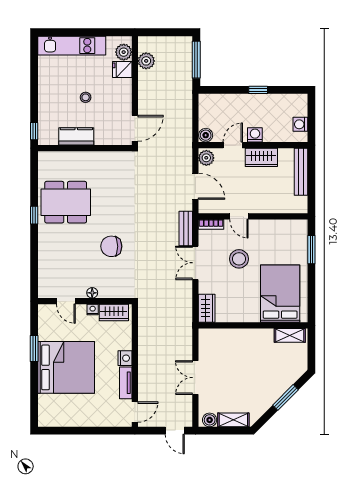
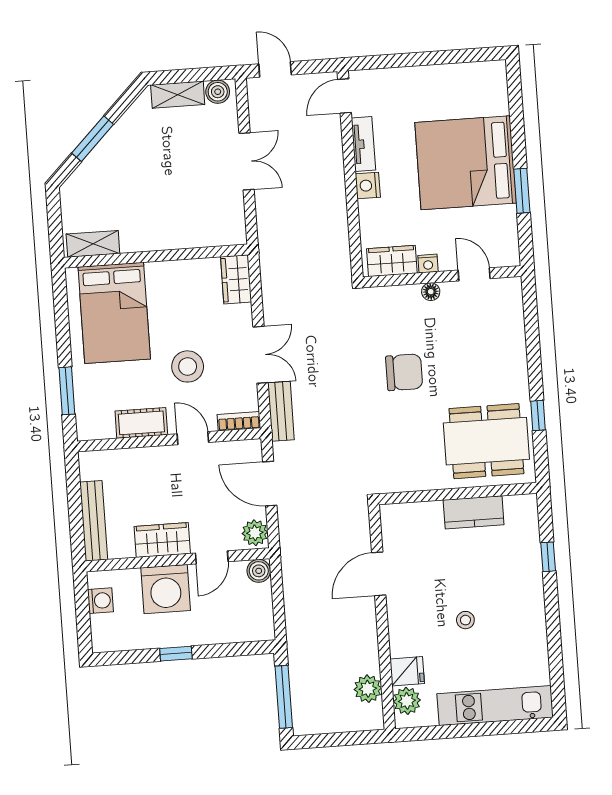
washing machine: (255, 135) -> (166, 589), width x1.89, depth x1.89
kitchen counter: (76, 136) -> (474, 512), moved
wall: (85, 148) -> (458, 494), moved
cot: (269, 228) -> (141, 423), added

